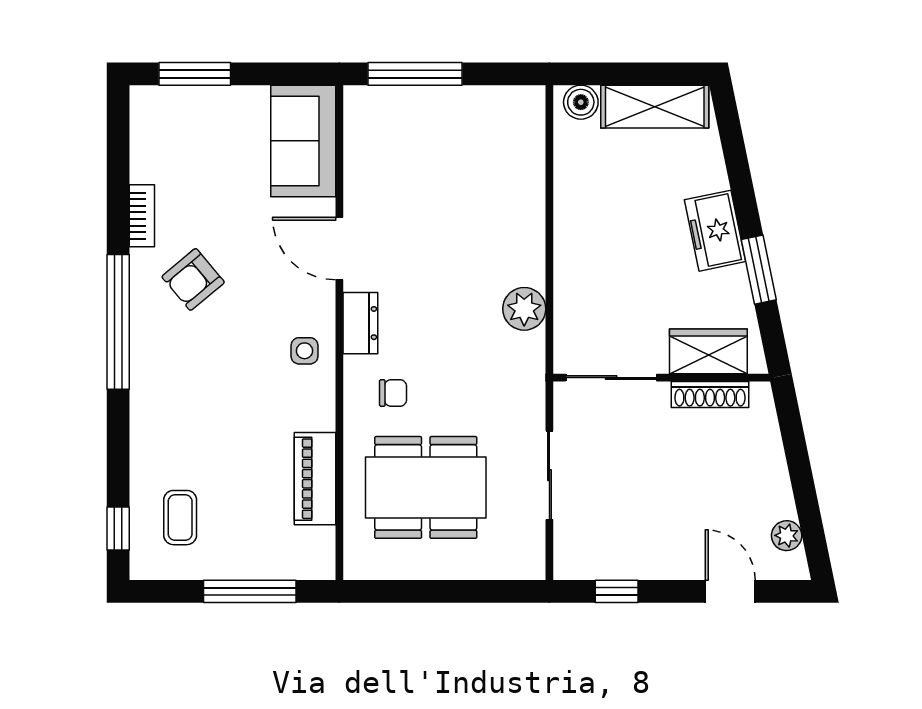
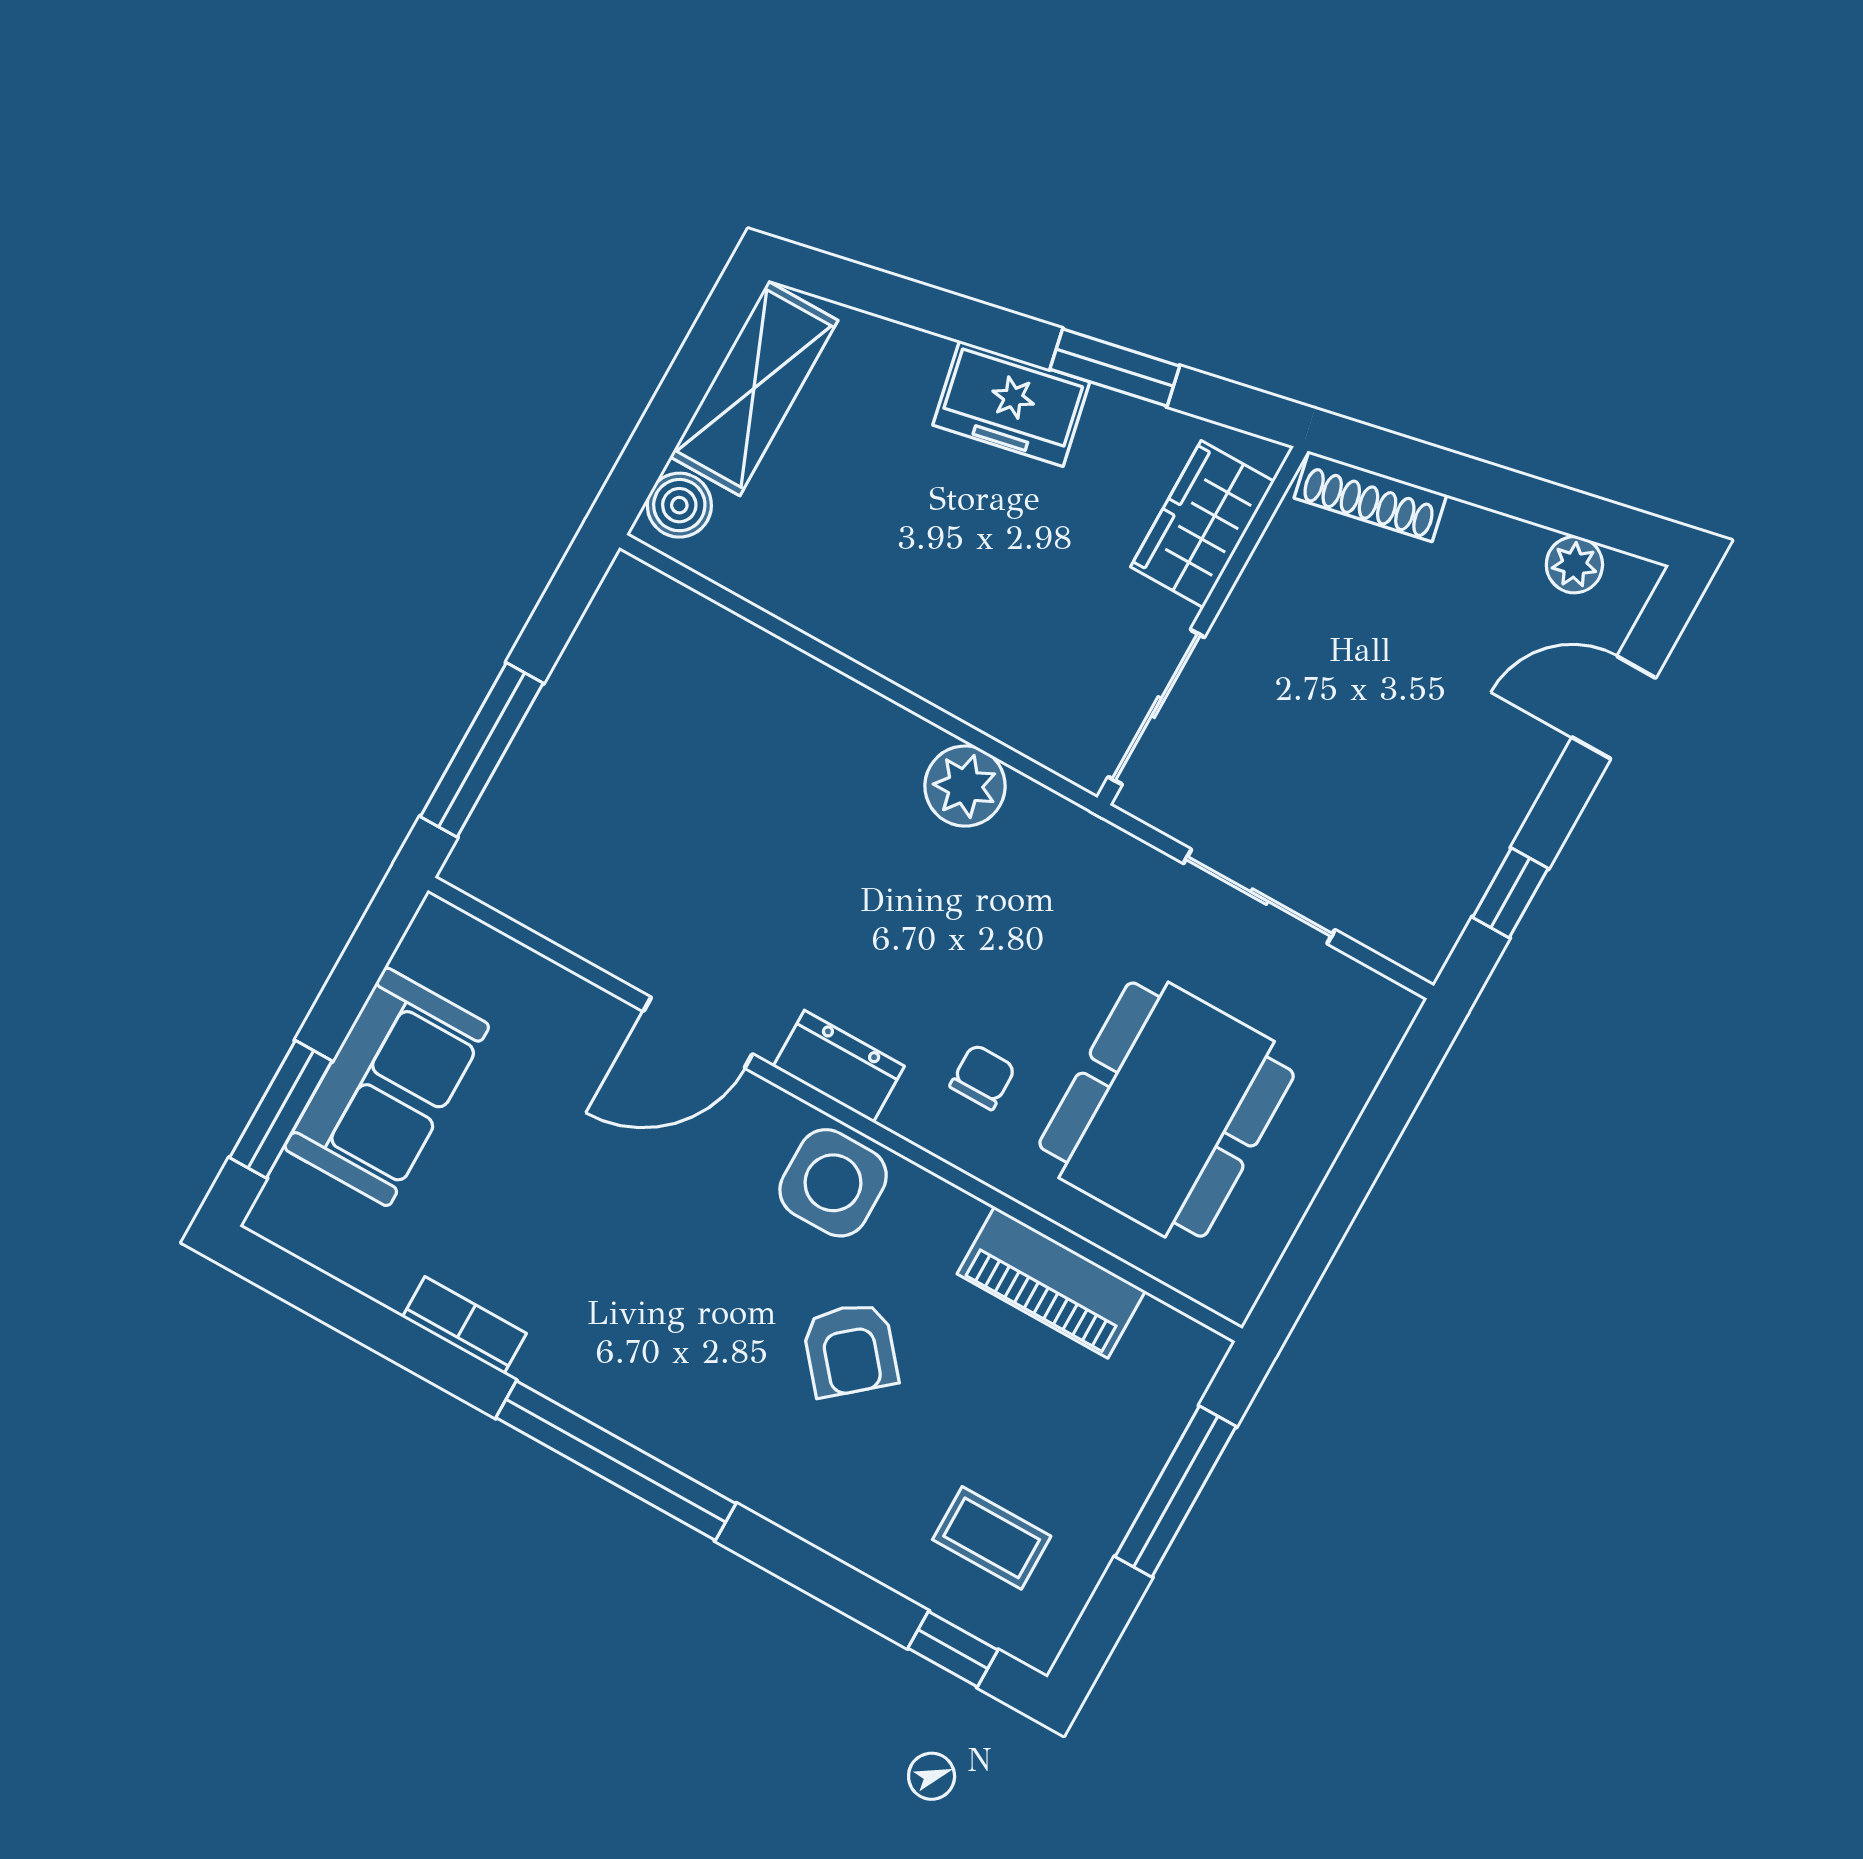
sofa: (303, 141) -> (387, 1087), moved, turned -90
armchair: (193, 279) -> (850, 1349), moved
side table: (305, 351) -> (833, 1183), width x1.87, depth x1.87
shoe rack: (710, 394) -> (1370, 496), moved, turned 78

